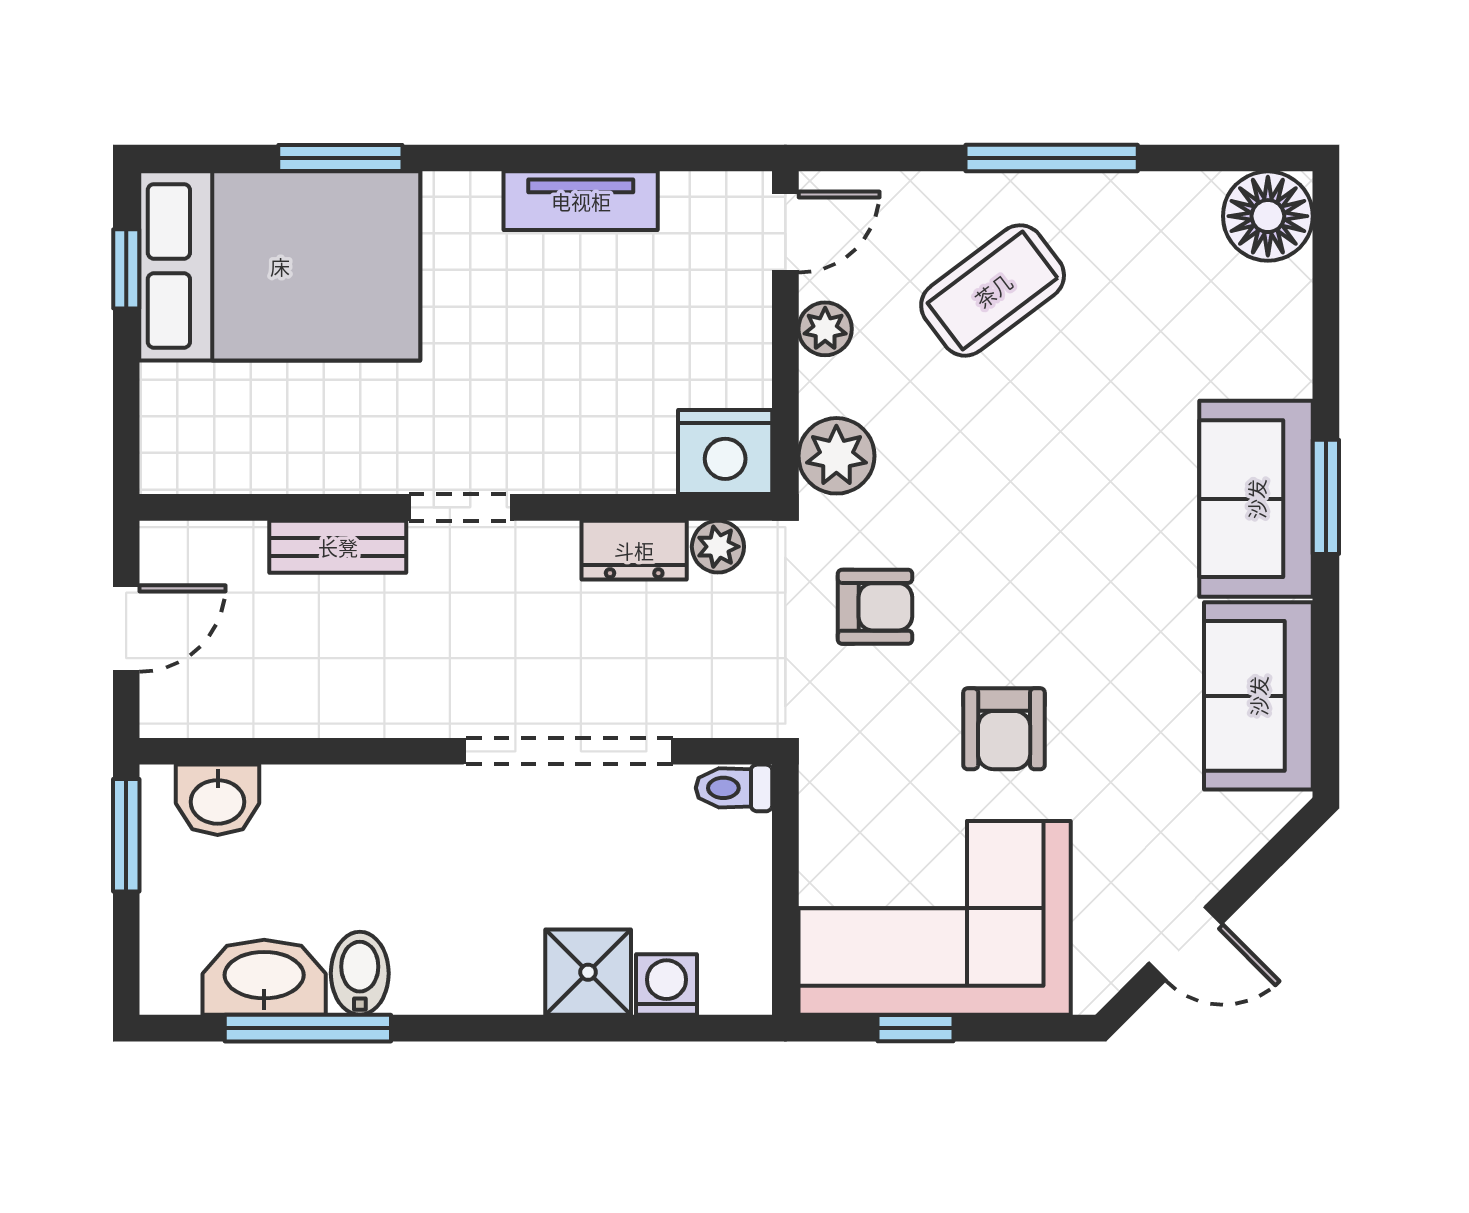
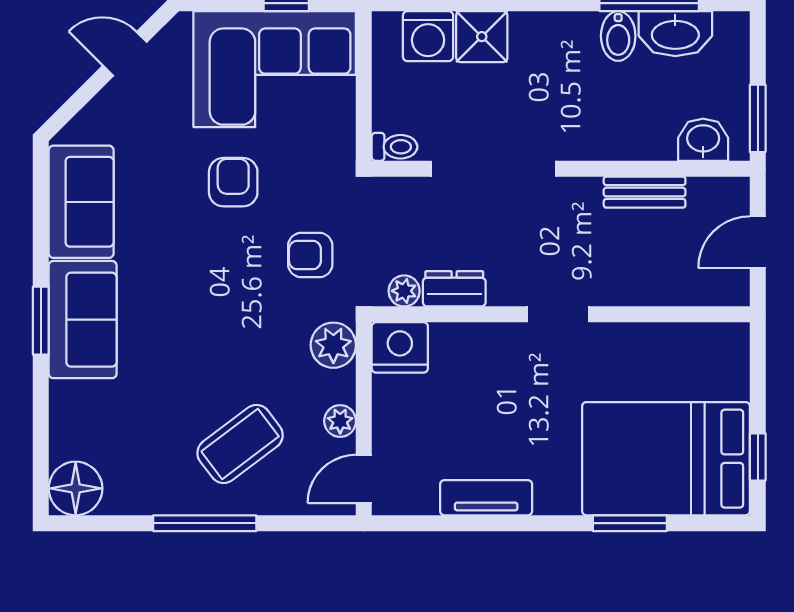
bench: (338, 547) -> (645, 192), moved
washing machine: (666, 985) -> (428, 36), width x1.38, depth x1.38

